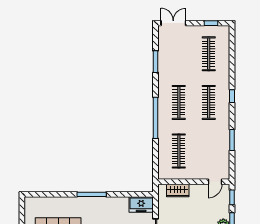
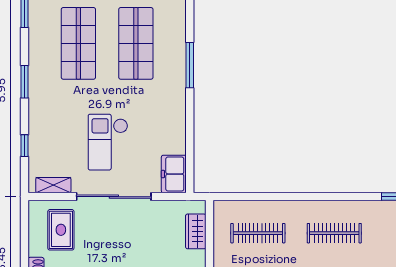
window: (156, 118) -> (310, 197), removed
window: (92, 194) -> (190, 65), moved

